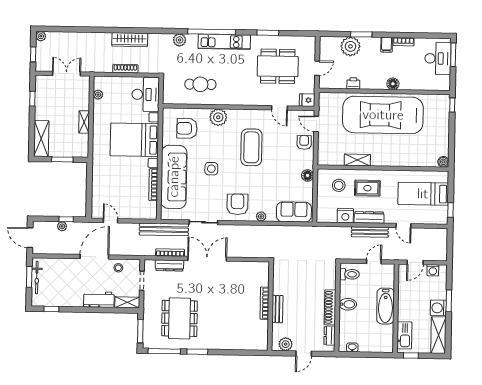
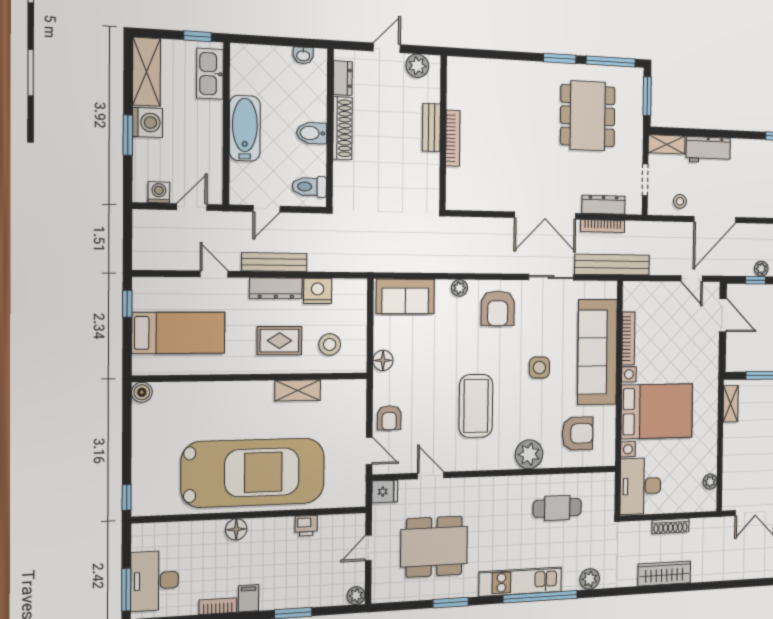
plant: (350, 46) -> (356, 596), moved, width x0.53, depth x0.53
shelving: (84, 122) -> (731, 404), moved
door: (89, 198) -> (723, 315), added

